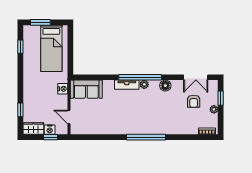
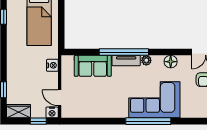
window: (140, 77) -> (124, 52), moved
sofa: (86, 89) -> (93, 66), moved
corner sofa: (151, 119) -> (154, 100), added
nightstand: (50, 130) -> (52, 112), moved

